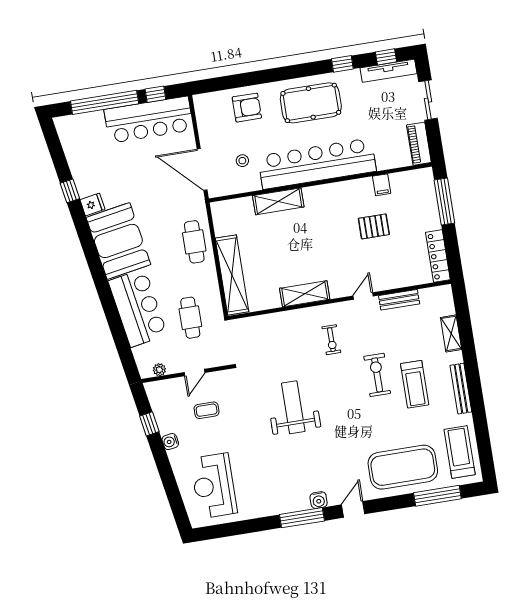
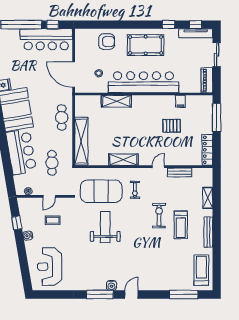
exercise mat: (403, 467) -> (101, 191), moved

